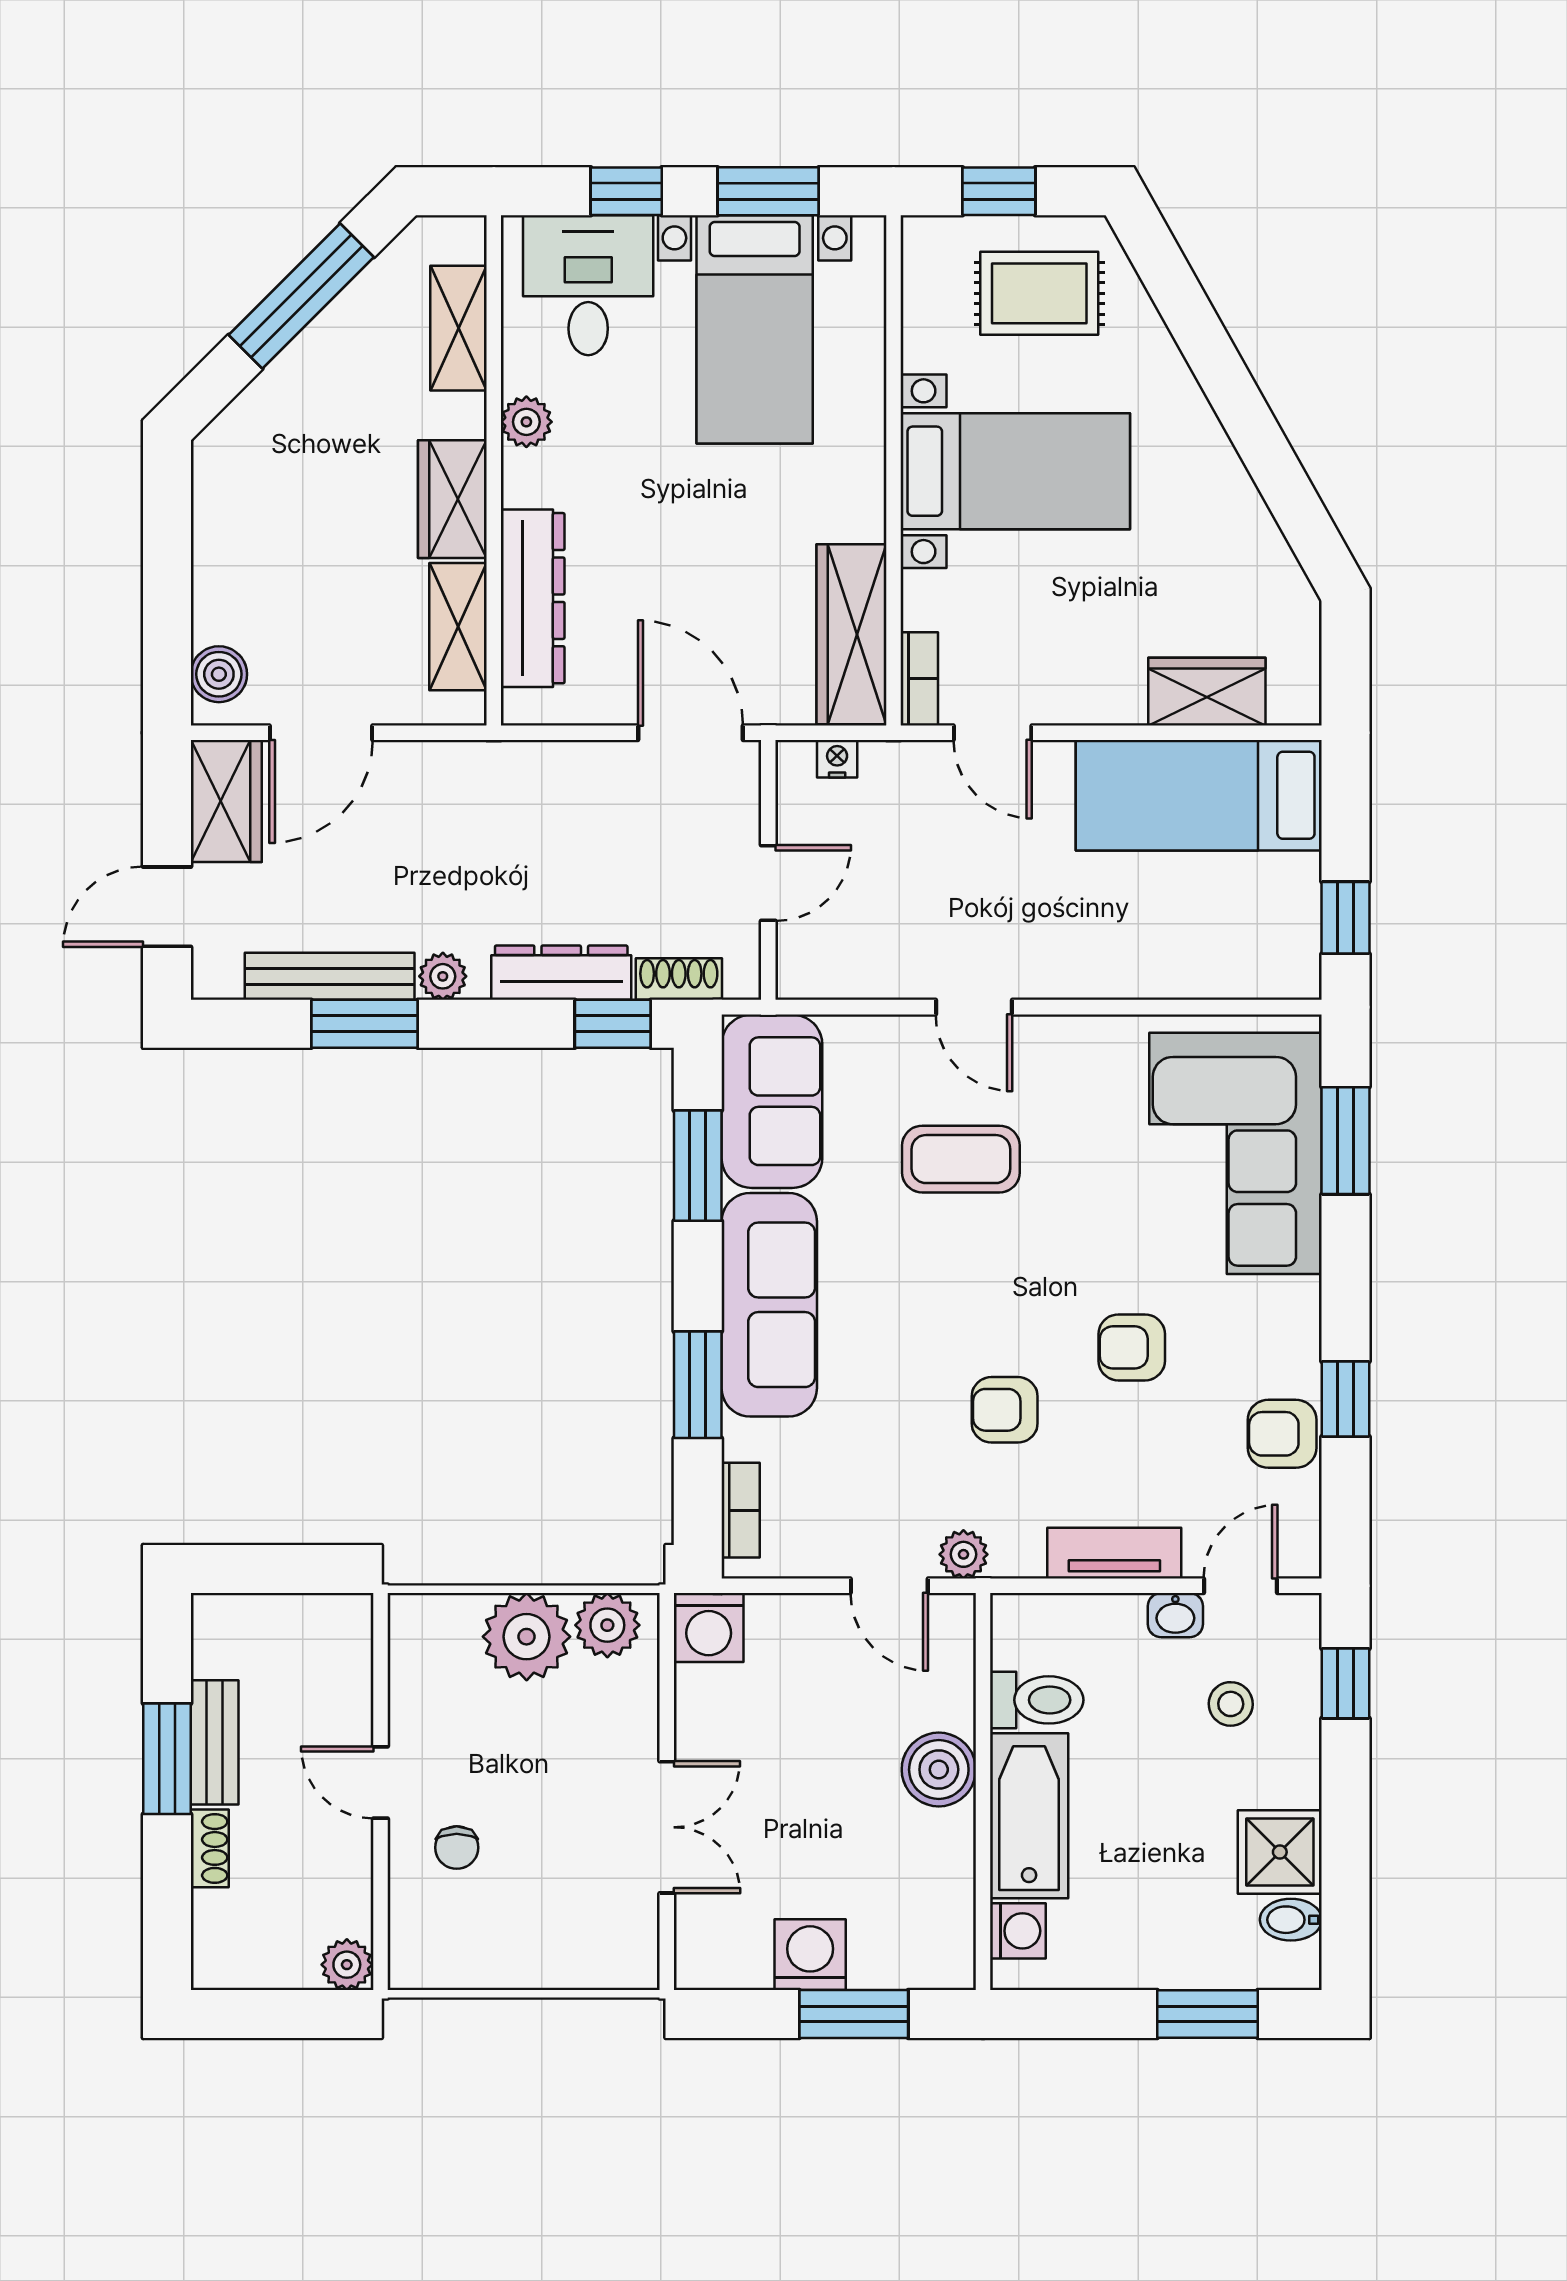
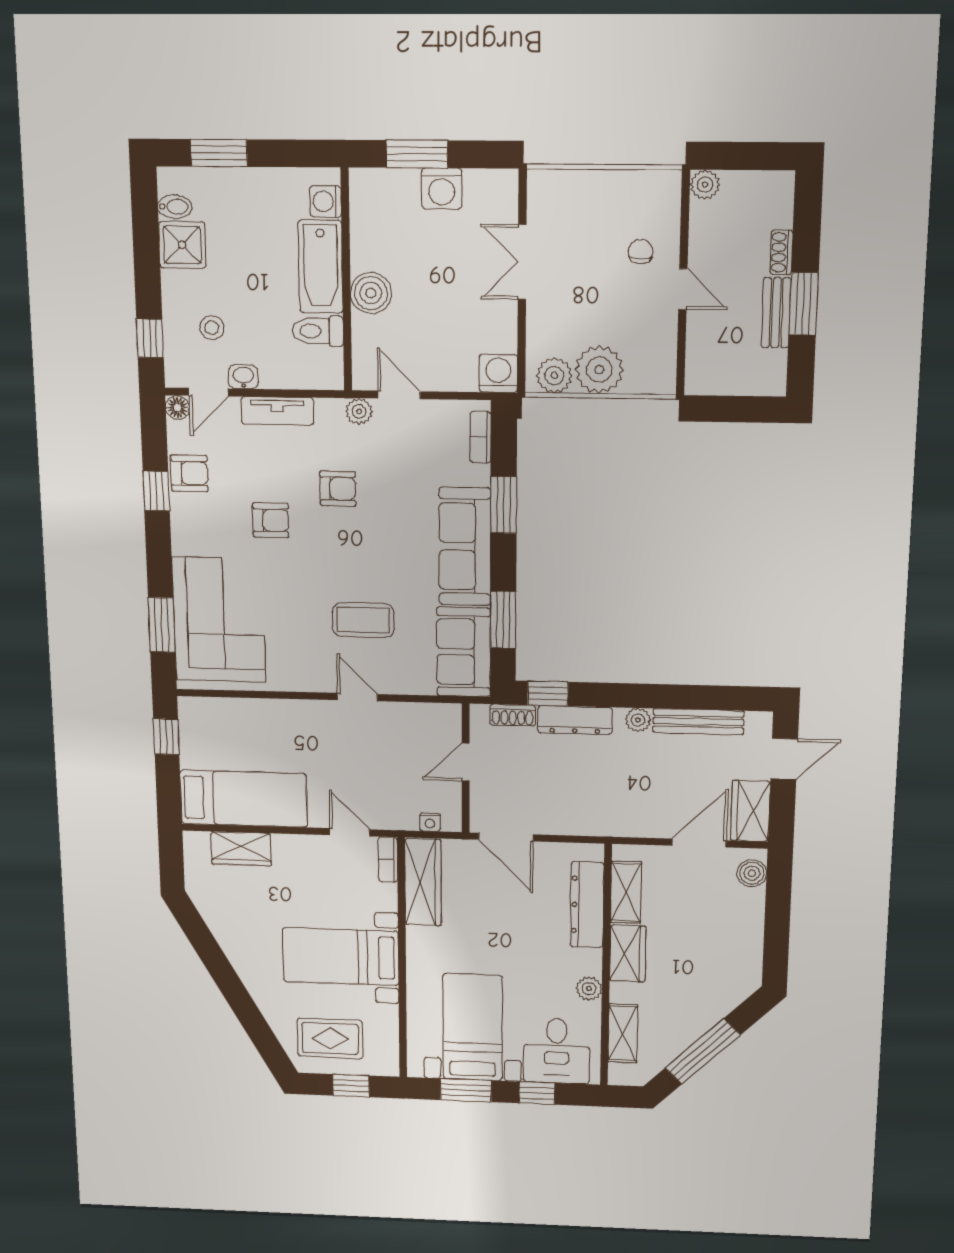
window: (365, 1024) -> (680, 697), removed
floor lamp: (1300, 1556) -> (177, 407), added

